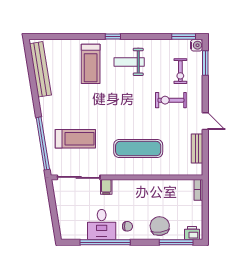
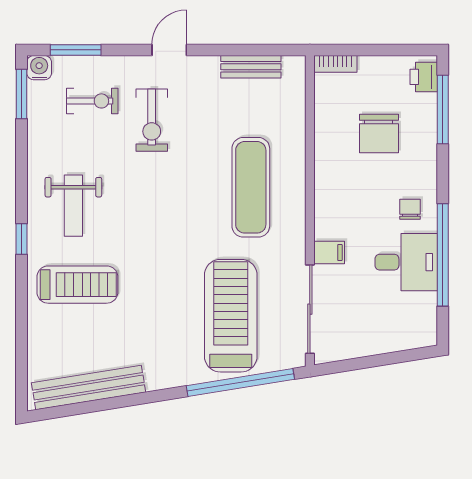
door: (205, 121) -> (169, 50), moved
treadmill: (75, 139) -> (231, 316), width x1.37, depth x1.38
chair: (160, 226) -> (379, 134), moved, turned -83

